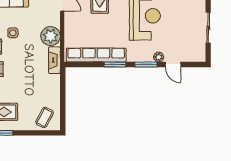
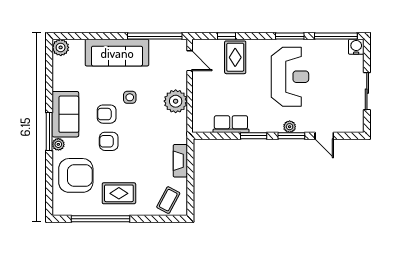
row of seats: (96, 55) -> (231, 124), width x0.50
plant: (159, 57) -> (290, 127), moved
fireplace: (54, 60) -> (180, 161), moved

